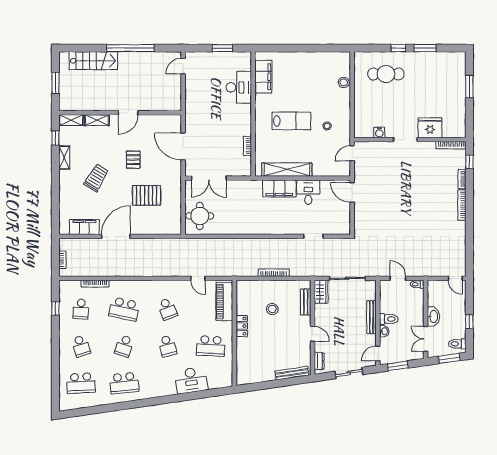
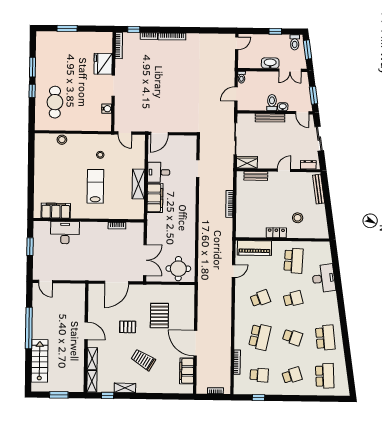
shelving: (287, 170) -> (138, 184), width x0.68
stool: (272, 309) -> (298, 218), moved

